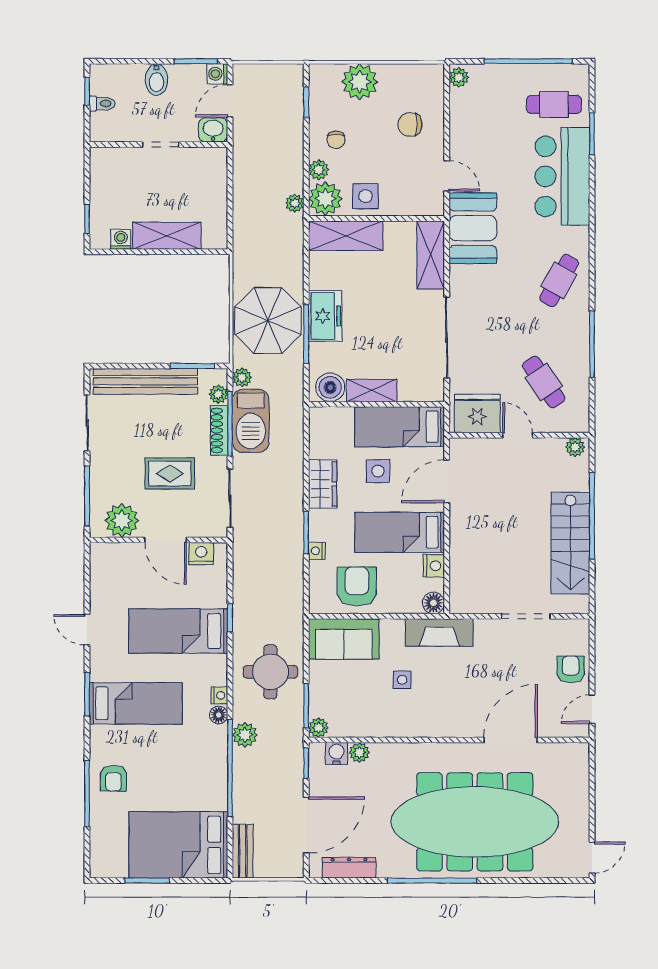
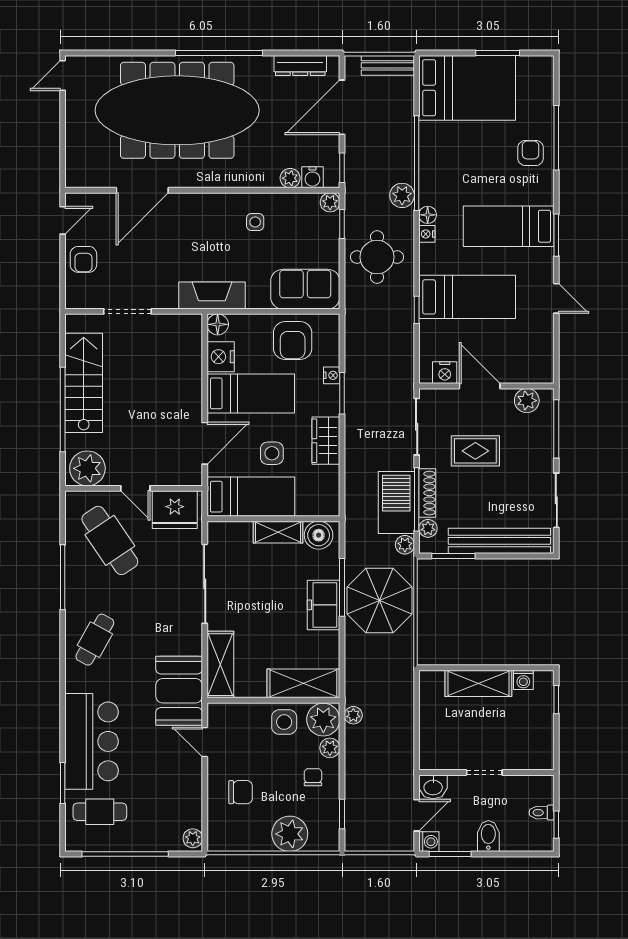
cafe table: (544, 382) -> (110, 540), width x1.37, depth x1.35
plant: (575, 447) -> (87, 468), width x1.87, depth x1.87
plant: (122, 520) -> (527, 401), width x0.73, depth x0.73
nightstand: (434, 566) -> (221, 357), width x1.36, depth x1.33
side table: (402, 680) -> (255, 222), moved
window: (306, 706) -> (342, 224), width x0.67
bench: (243, 851) -> (388, 65), moved, turned 90

